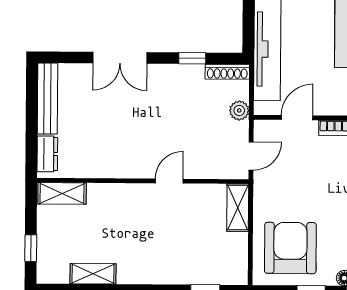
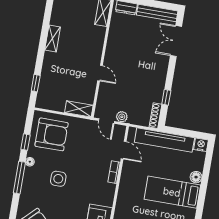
double door: (120, 58) -> (176, 41), moved
plant: (239, 110) -> (122, 117), moved
shelving: (93, 274) -> (53, 38), moved

